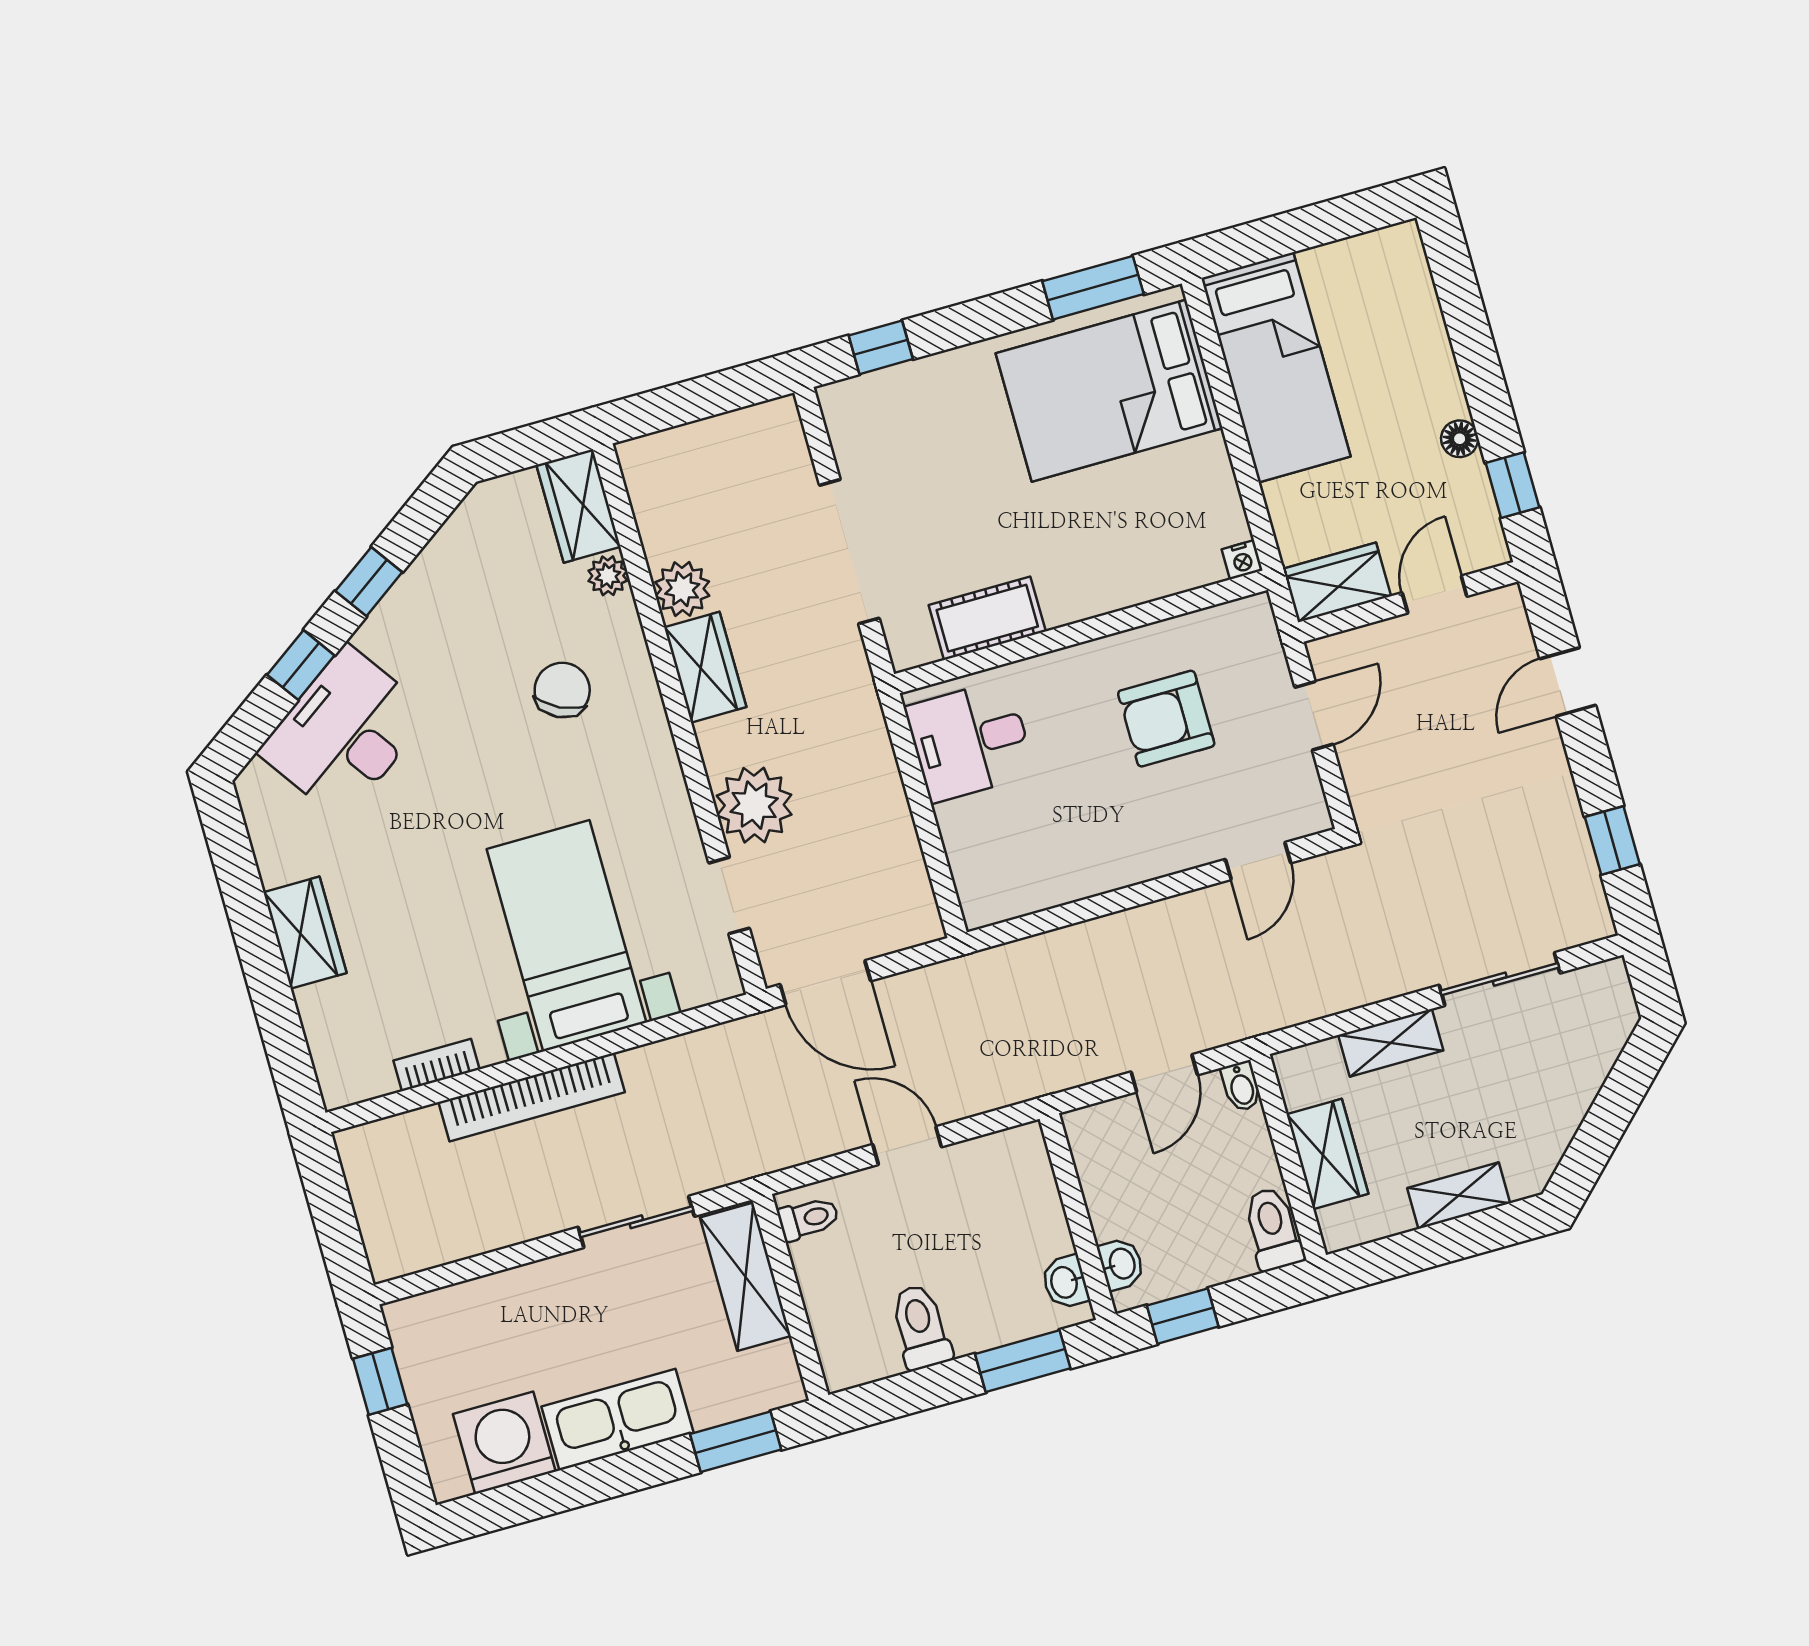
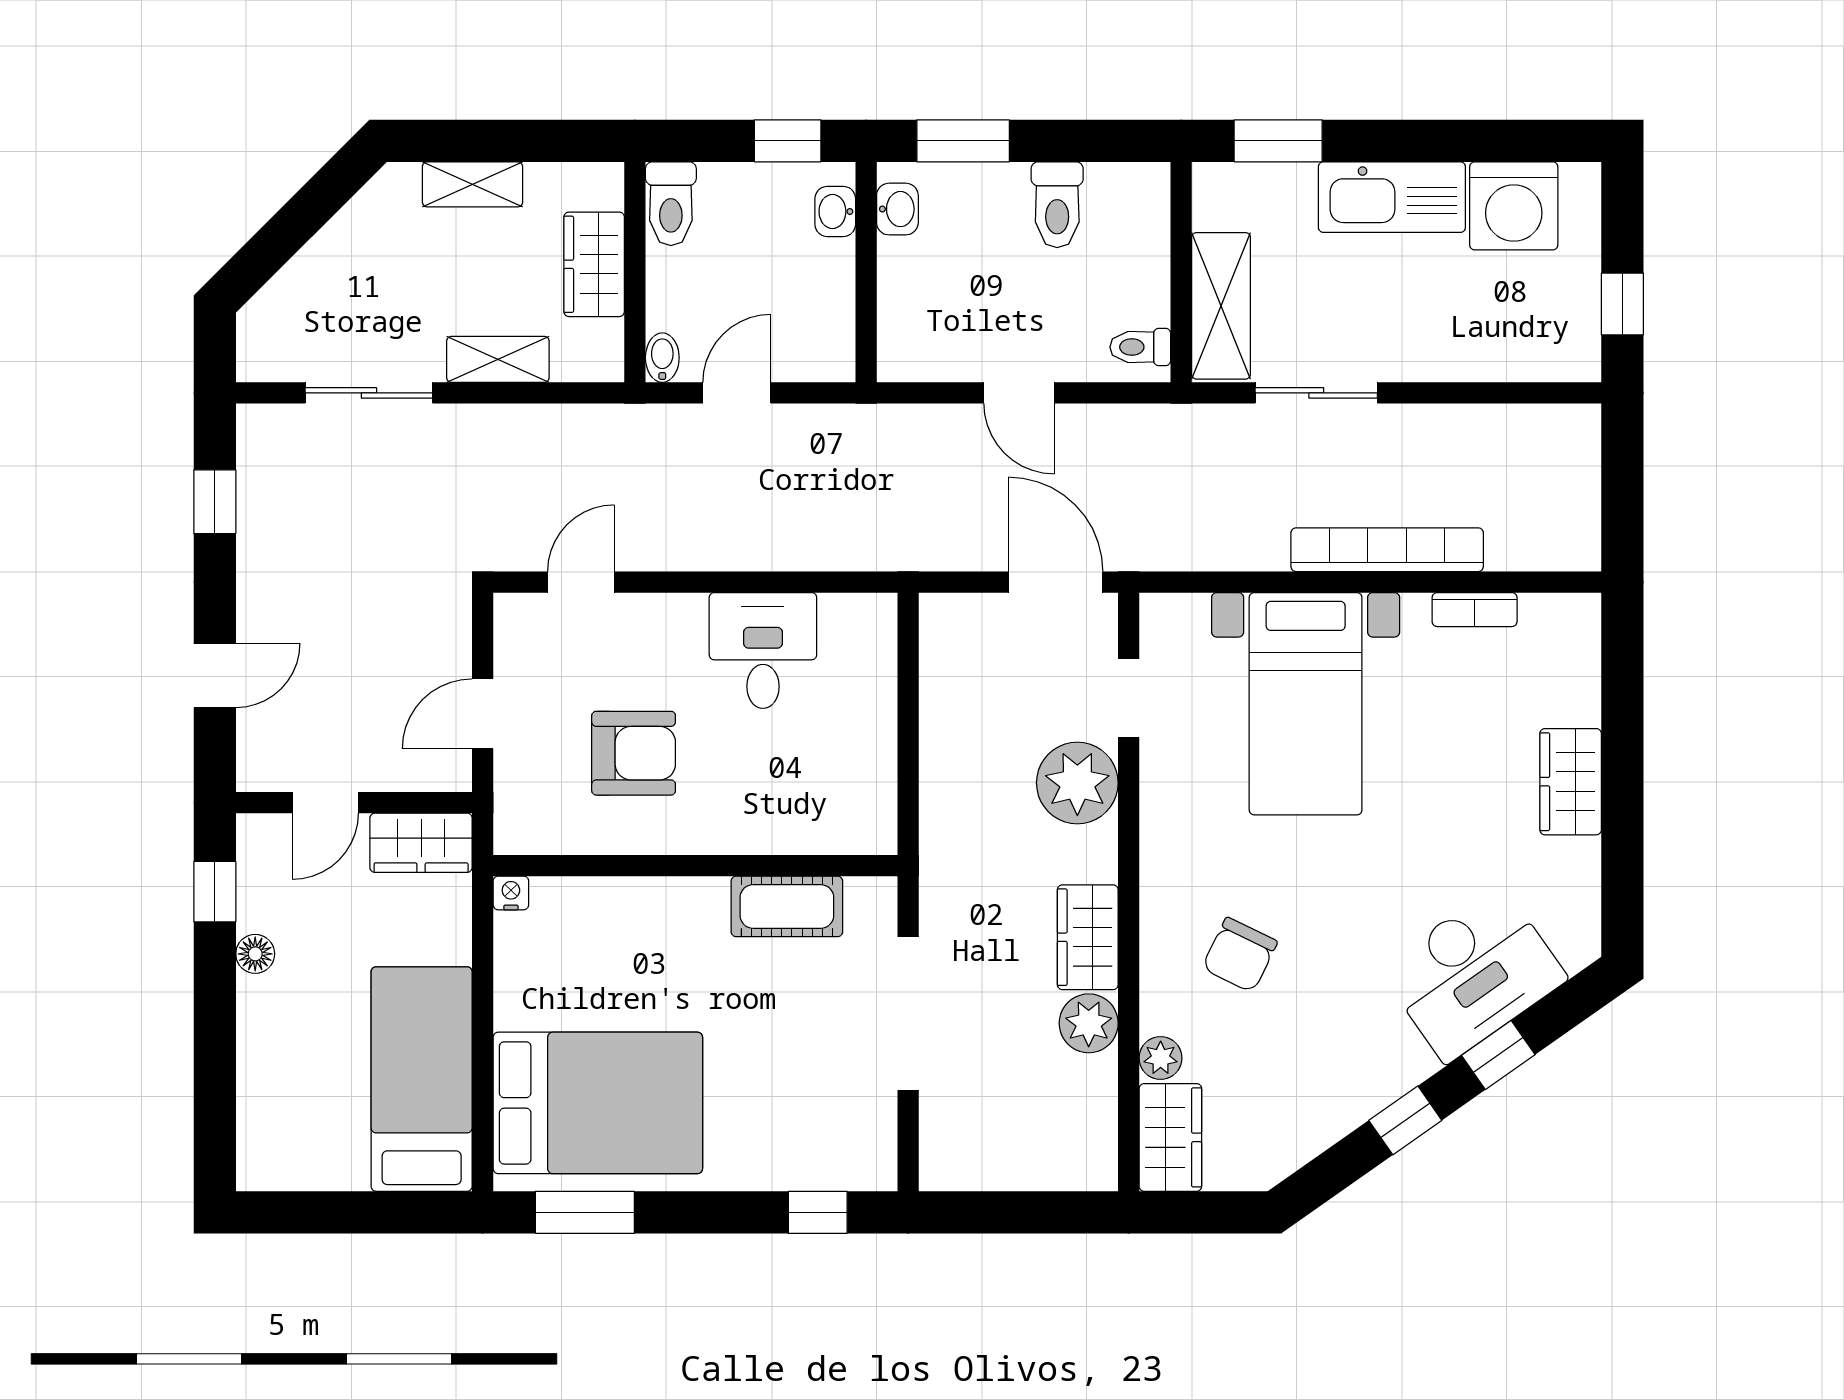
desk: (970, 741) -> (763, 651), moved, turned -90

